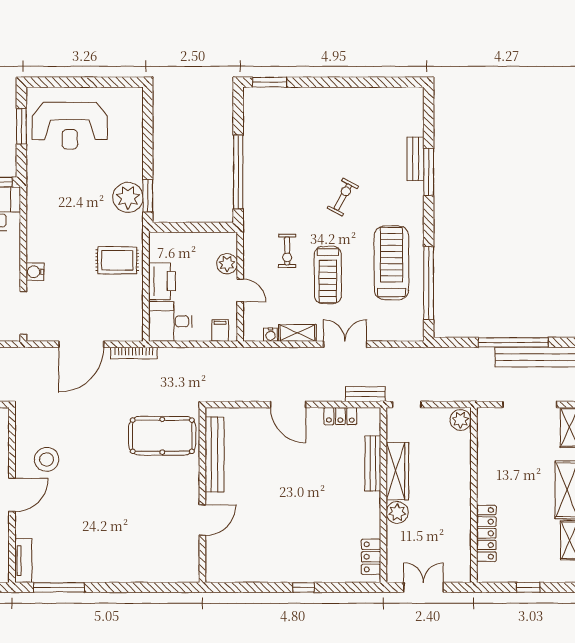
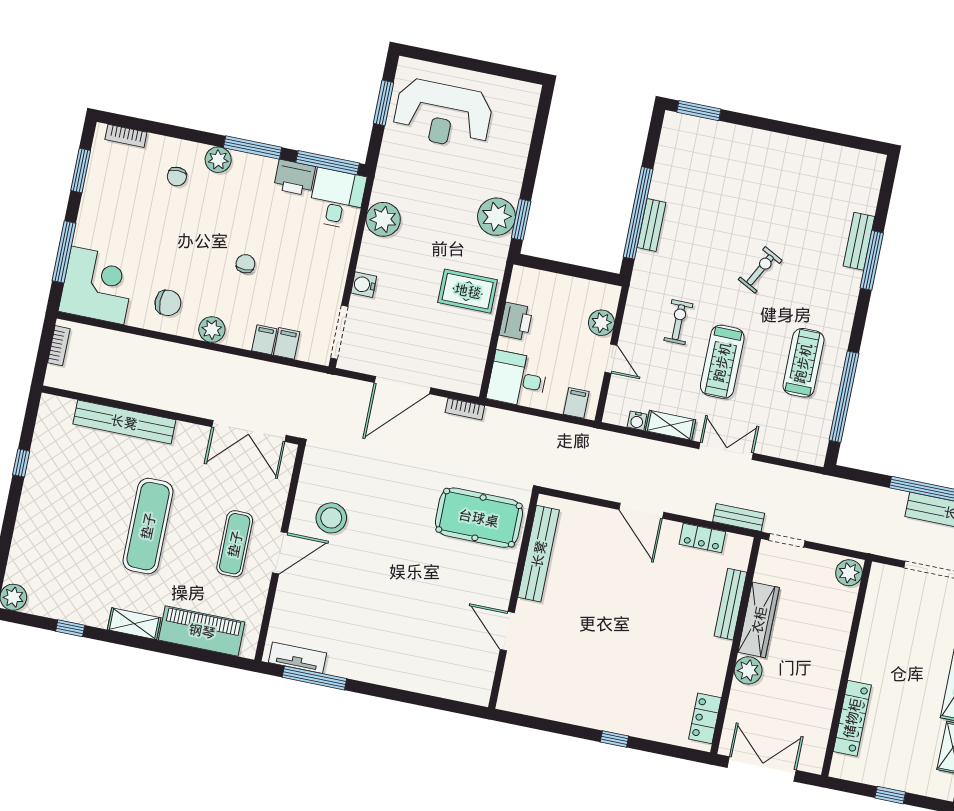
bench: (251, 179) -> (651, 225), added
plant: (40, 218) -> (383, 219), added
exercise bike: (287, 251) -> (678, 322), turned 180
treadmill: (392, 263) -> (803, 363), width x0.73, depth x0.73
printer: (162, 281) -> (516, 321), width x0.73, depth x0.84
bookcase: (134, 353) -> (465, 409), width x0.64
door: (202, 520) -> (507, 631), swing flipped
tv unit: (23, 561) -> (297, 658), moved, turned -90
double door: (423, 587) -> (762, 769), width x1.37

